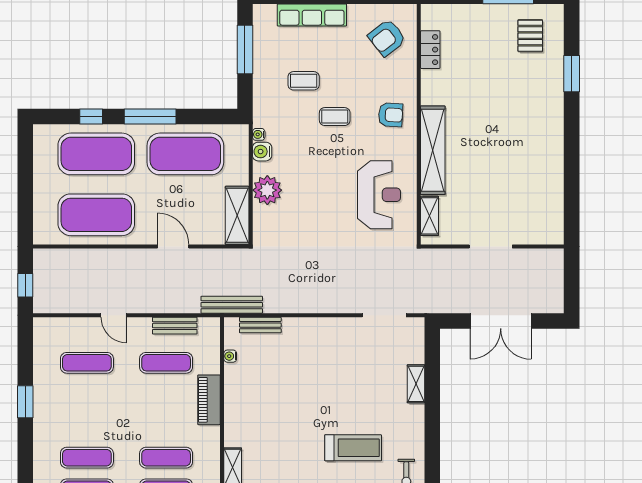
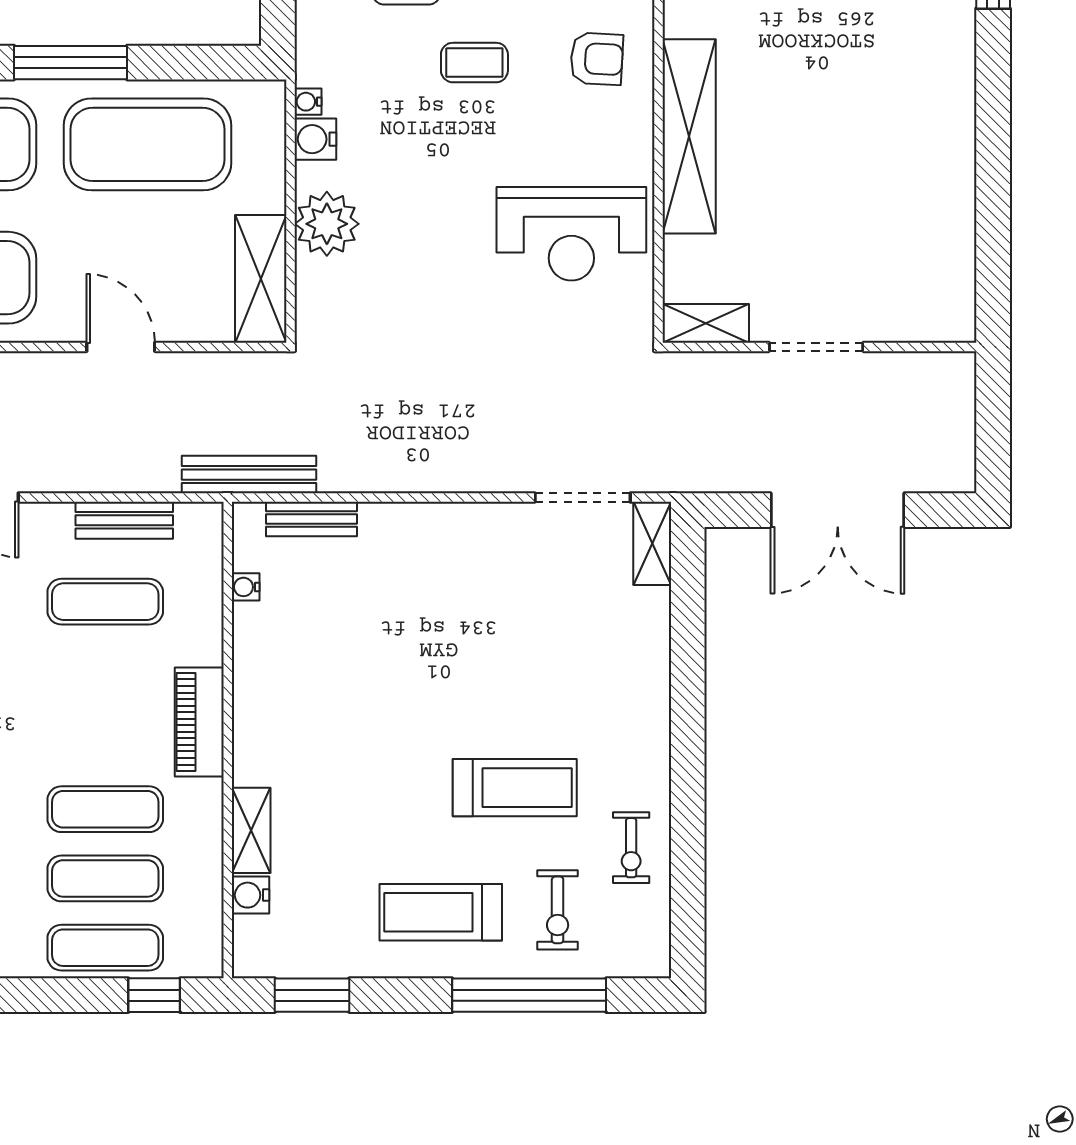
reception desk: (379, 195) -> (571, 234), turned 90
shelving: (430, 216) -> (706, 323), moved, turned 90
shelving: (416, 384) -> (652, 543), moved
piano: (209, 400) -> (199, 722), moved

